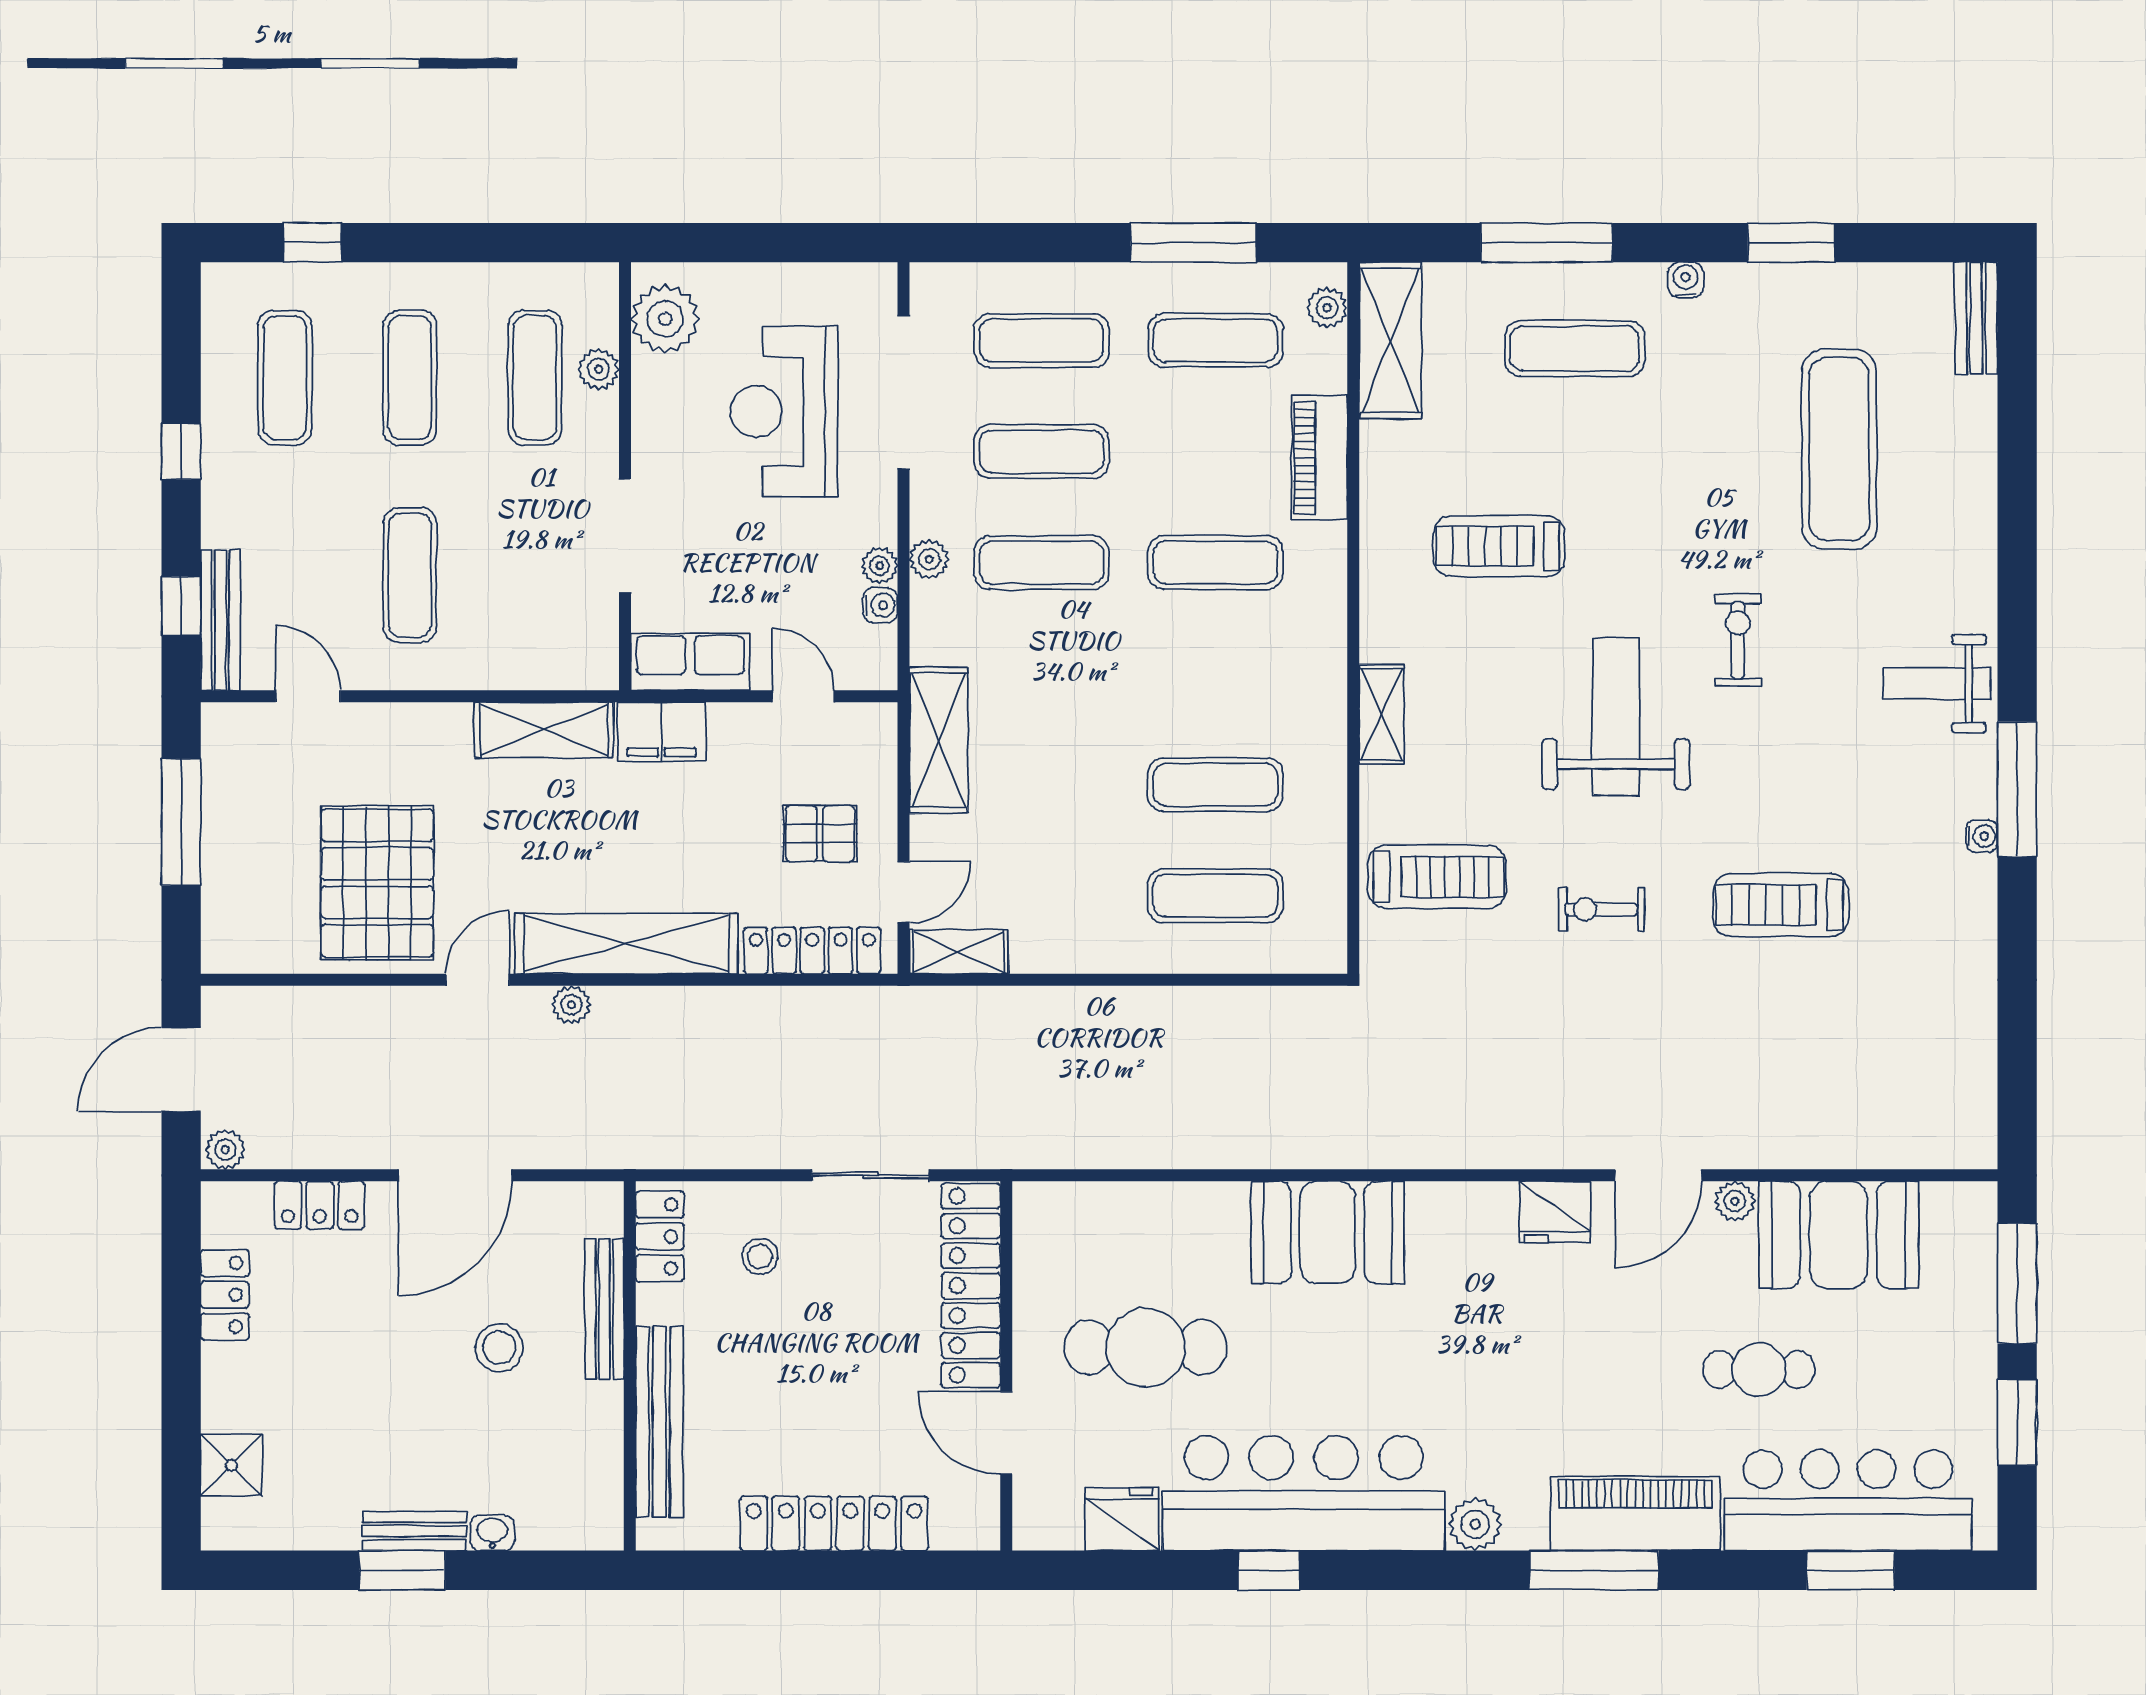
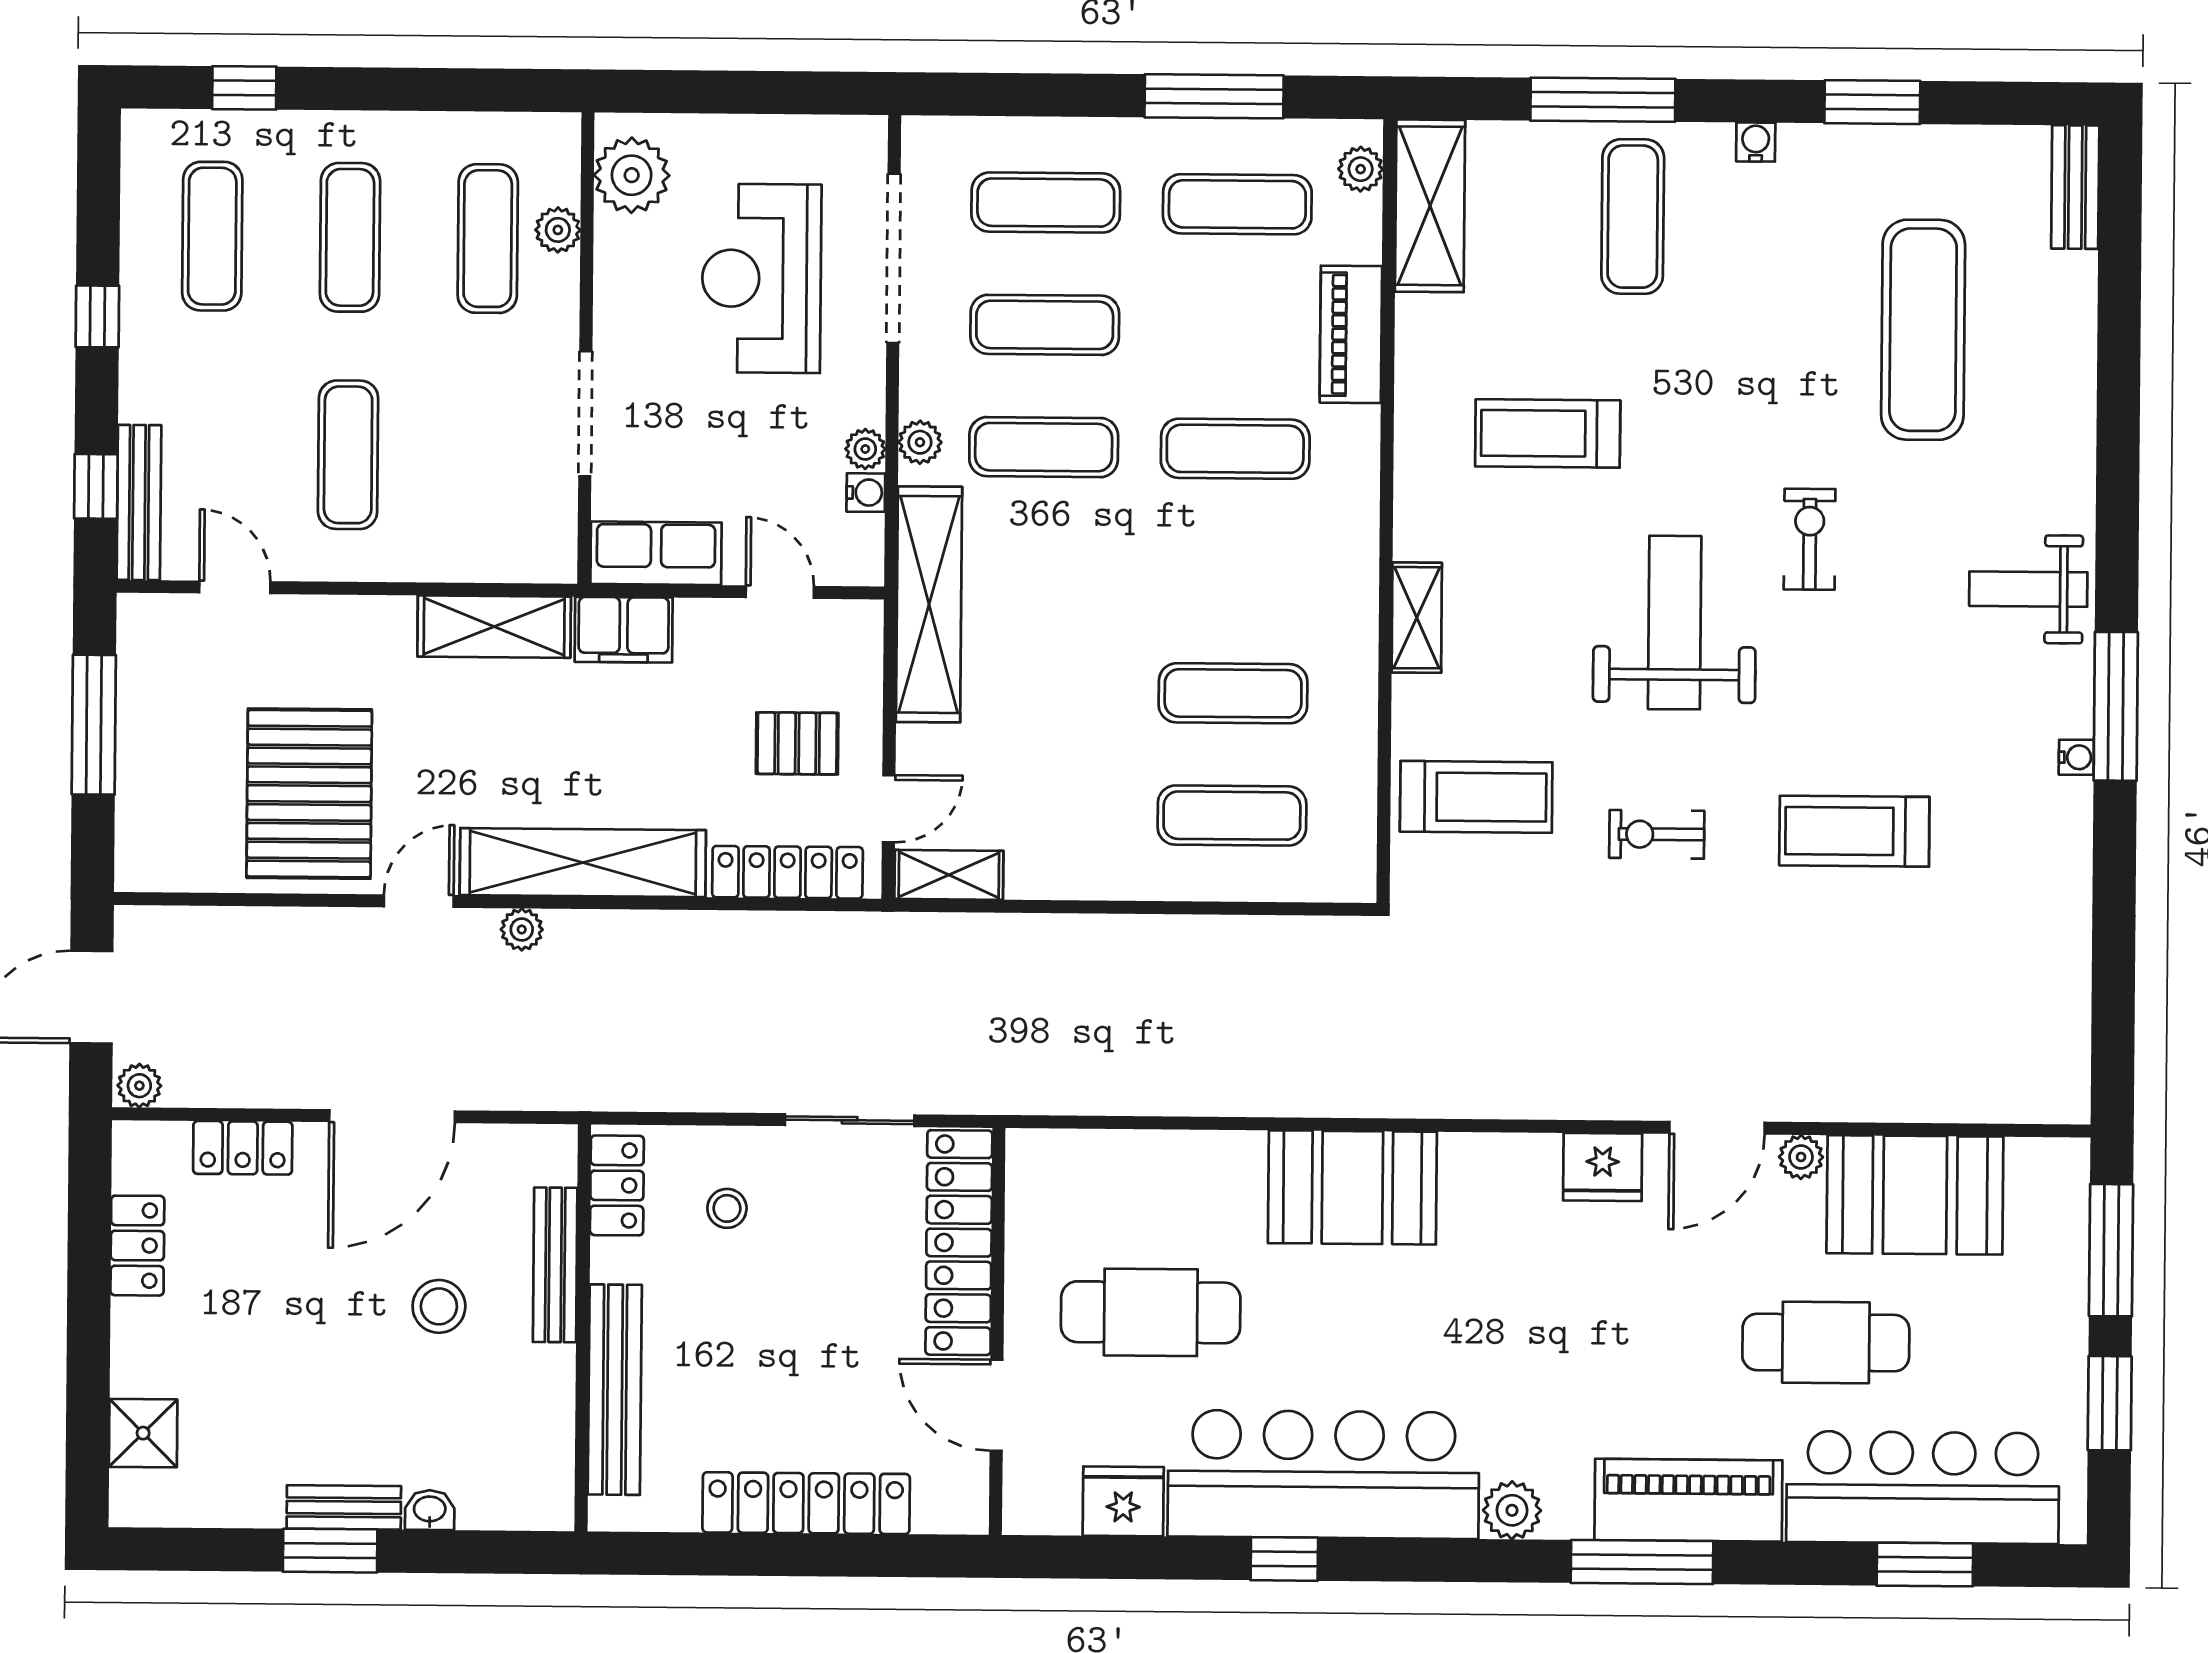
exercise mat: (1575, 349) -> (1633, 217), turned 90
shelving: (939, 740) -> (929, 604), width x1.47
cafe table: (1759, 1369) -> (1826, 1343), width x1.37, depth x1.35

